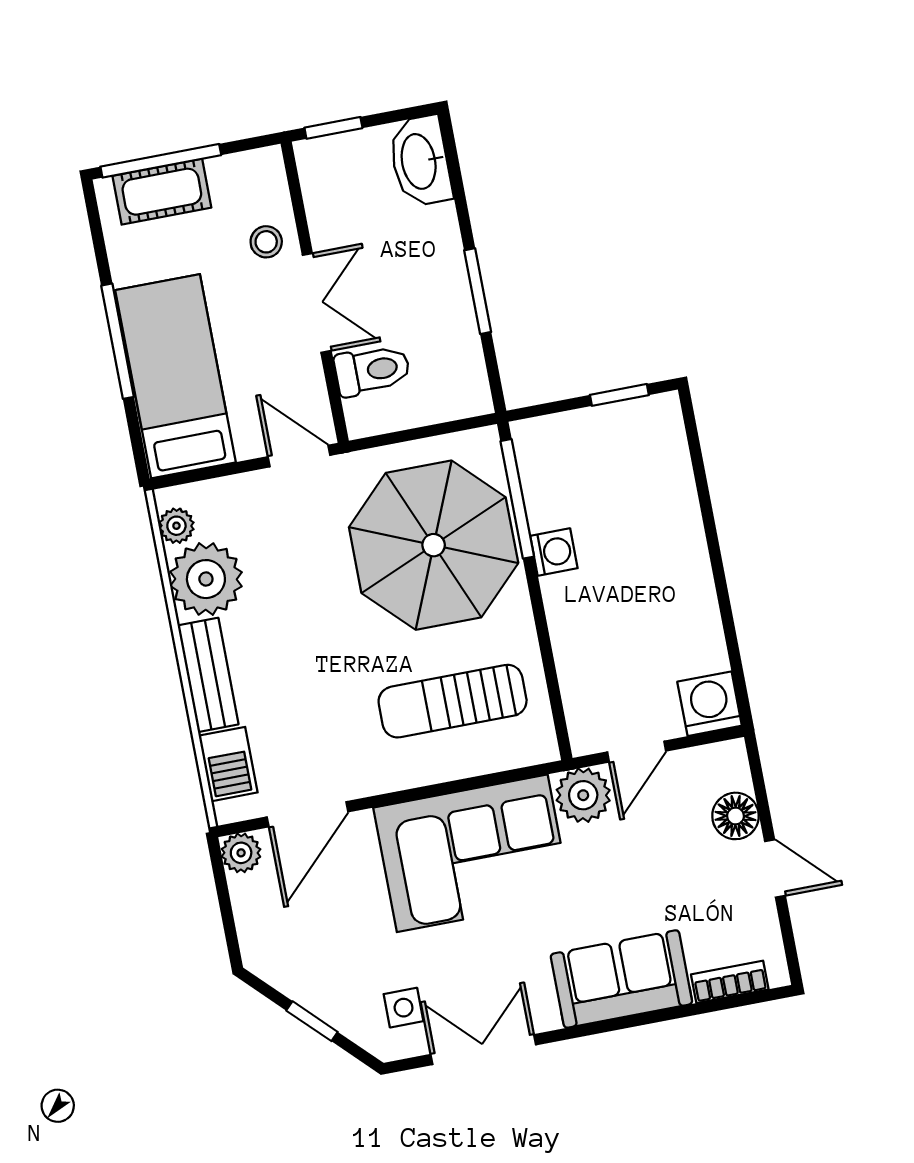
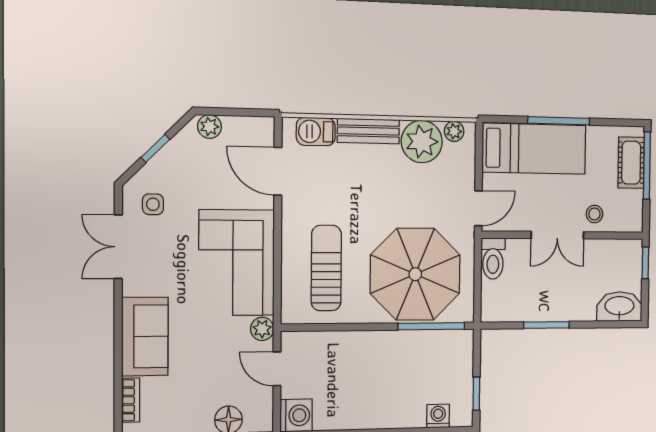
toilet: (372, 370) -> (493, 259), moved
washing machine: (554, 552) -> (438, 416), moved, turned 180
plant: (583, 795) -> (262, 329), width x0.73, depth x0.73
plant: (241, 853) -> (209, 127), moved
double door: (483, 1050) -> (118, 247), swing flipped

